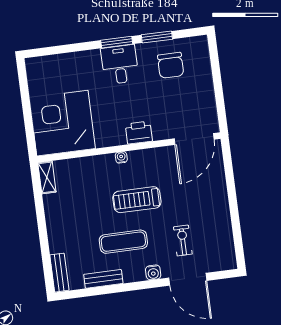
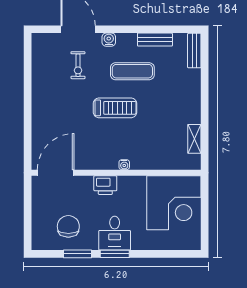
corner desk: (62, 123) -> (174, 203), moved
printer: (139, 133) -> (105, 185), moved
door: (194, 139) -> (56, 173), moved
wall: (129, 147) -> (116, 173), moved
water cooler: (121, 157) -> (124, 165), moved

